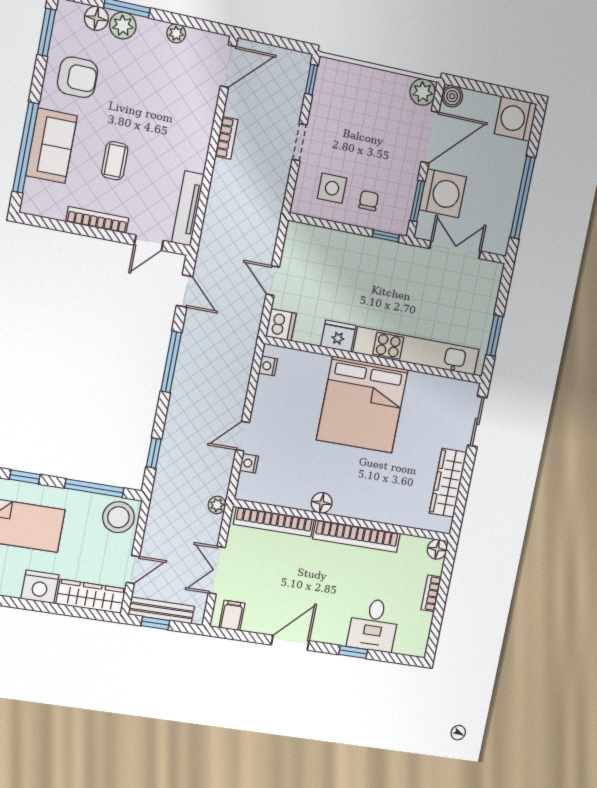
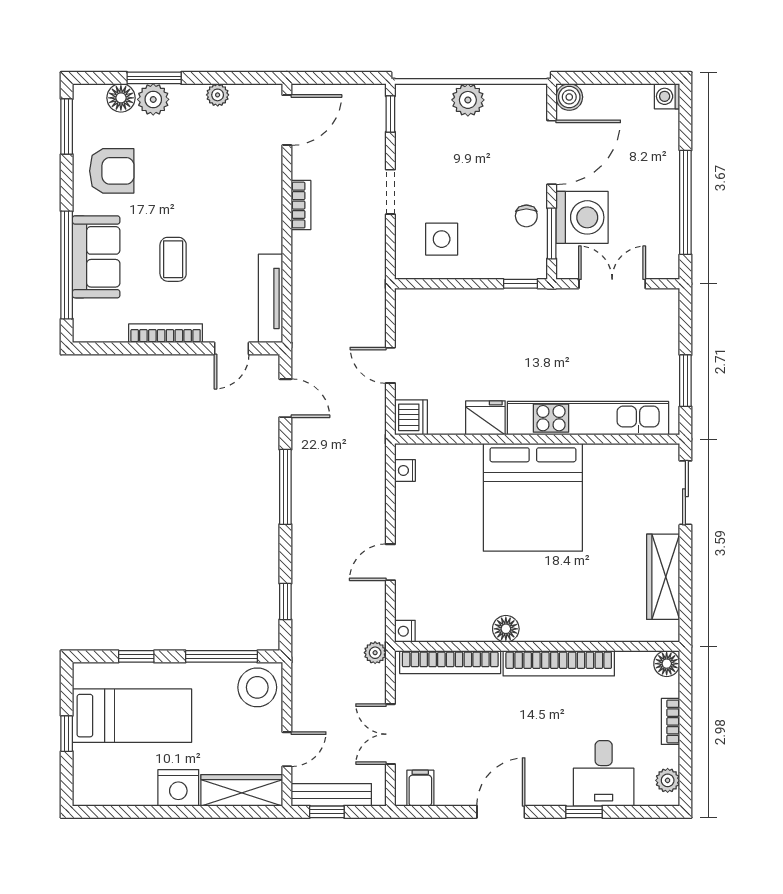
plant: (423, 92) -> (468, 100), moved
washing machine: (516, 119) -> (667, 96), width x0.53, depth x0.53
chair: (369, 201) -> (526, 216), moved, turned 180
nightstand: (249, 463) -> (405, 631), moved
plant: (420, 637) -> (668, 780), added

